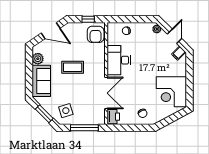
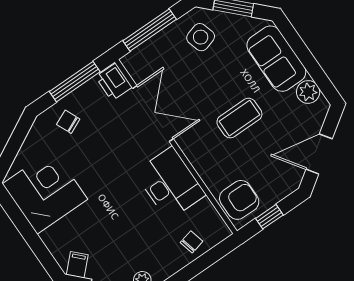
armchair: (96, 34) -> (239, 200), turned 90
double door: (106, 93) -> (153, 114), swing flipped
window: (129, 128) -> (75, 82), added

